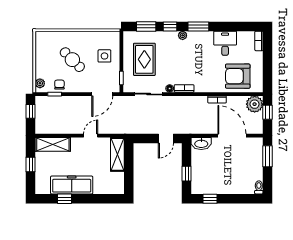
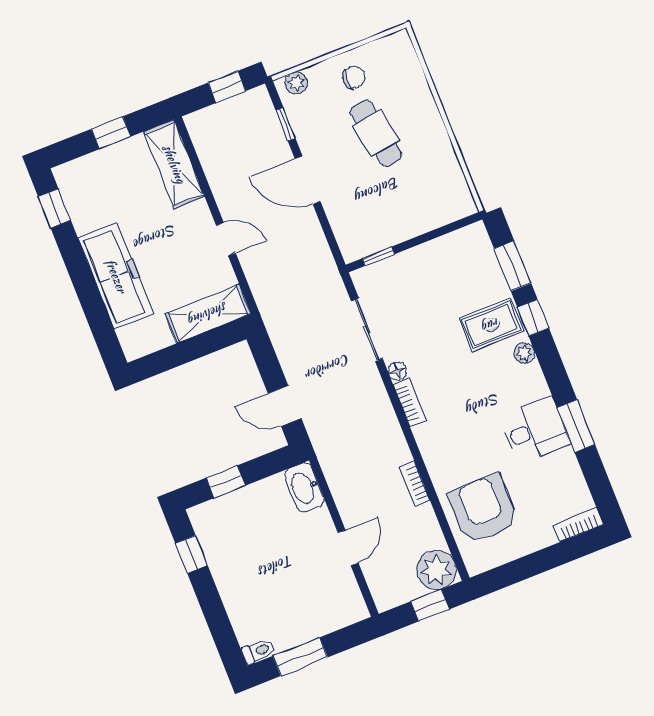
window: (198, 26) -> (576, 426), moved
desk: (225, 43) -> (535, 430), moved
side table: (104, 56) -> (412, 200), removed
rug: (144, 59) -> (491, 325), moved, width x0.73, depth x0.70
cafe table: (72, 60) -> (376, 133), turned -55
chair: (59, 85) -> (354, 77), moved
door: (102, 94) -> (308, 180), moved
door: (232, 136) -> (348, 548), width x0.53
window: (268, 156) -> (300, 657), moved
freezer: (72, 185) -> (116, 276), moved
window: (65, 199) -> (54, 208), moved

